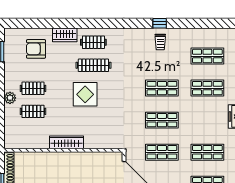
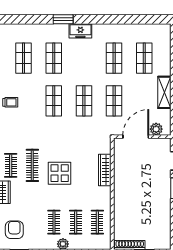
armchair: (36, 49) -> (14, 230), moved, turned 180
clothes rail: (33, 134) -> (97, 222), added
wardrobe: (66, 142) -> (105, 170), moved

